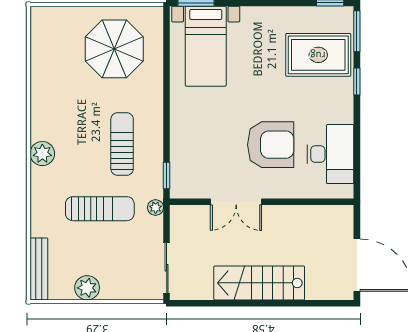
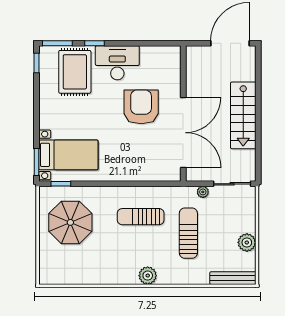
desk: (330, 154) -> (117, 63), moved
window: (167, 175) -> (61, 184), moved
double door: (236, 202) -> (183, 133), width x1.87
plant: (156, 207) -> (203, 192), moved

